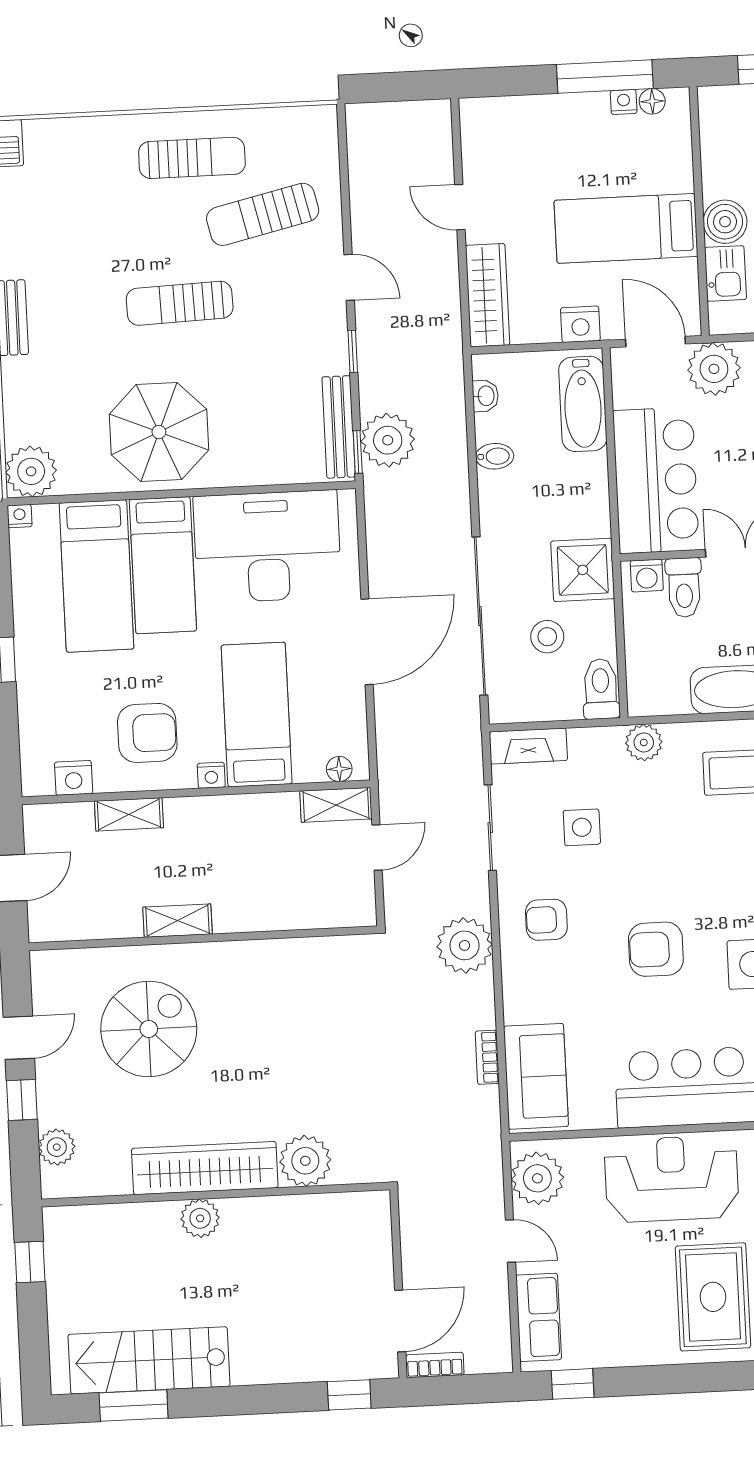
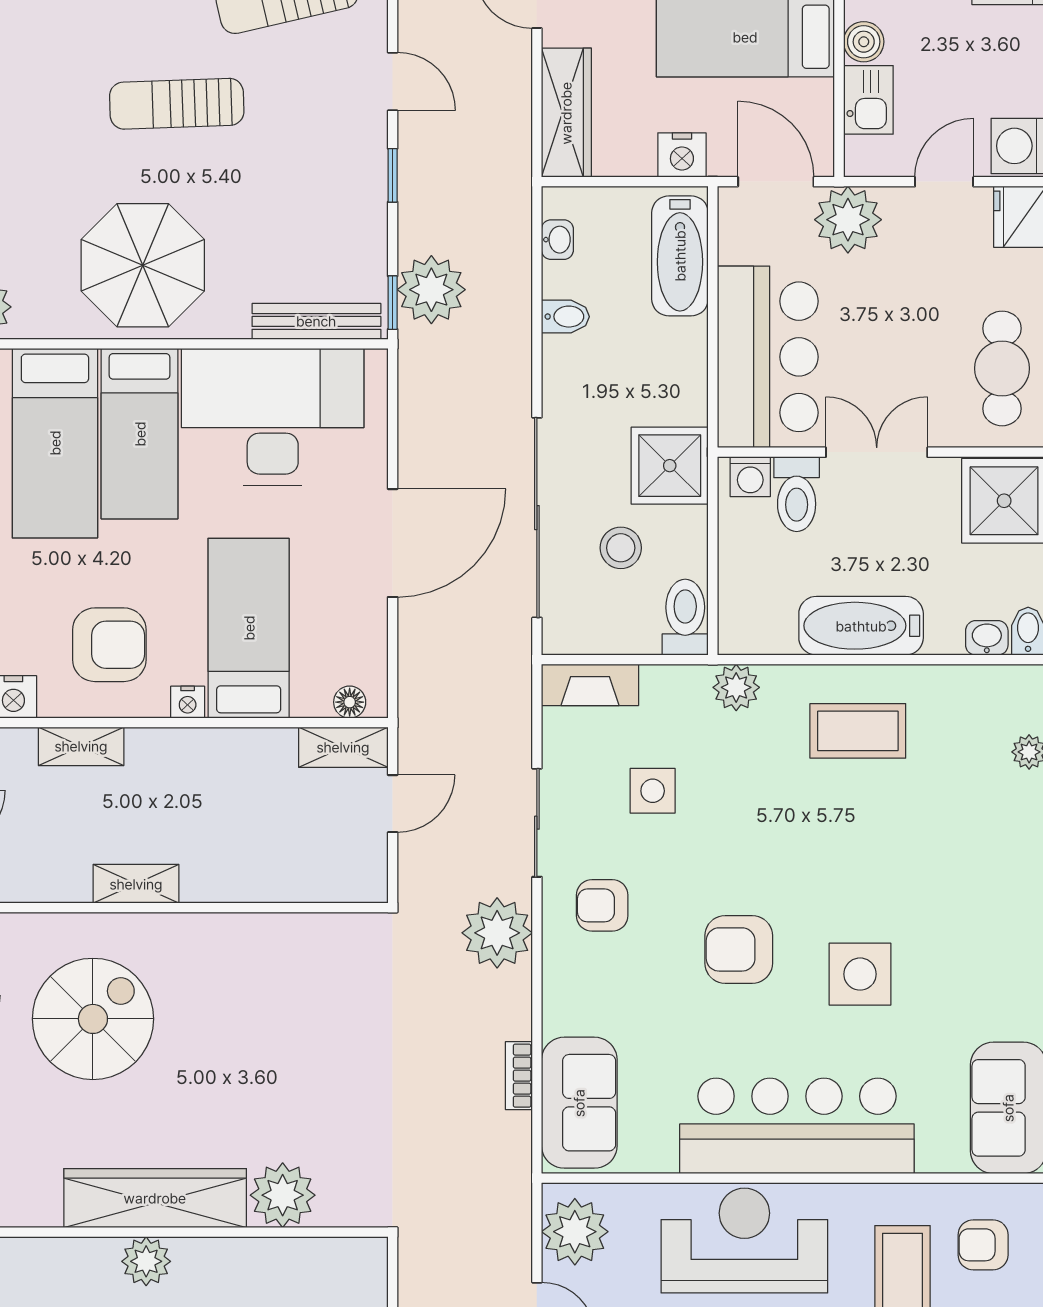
boiler: (725, 222) -> (864, 42), width x0.73, depth x0.73
bench: (339, 427) -> (316, 321), moved, turned 90
sliding door: (490, 828) -> (537, 823), moved

